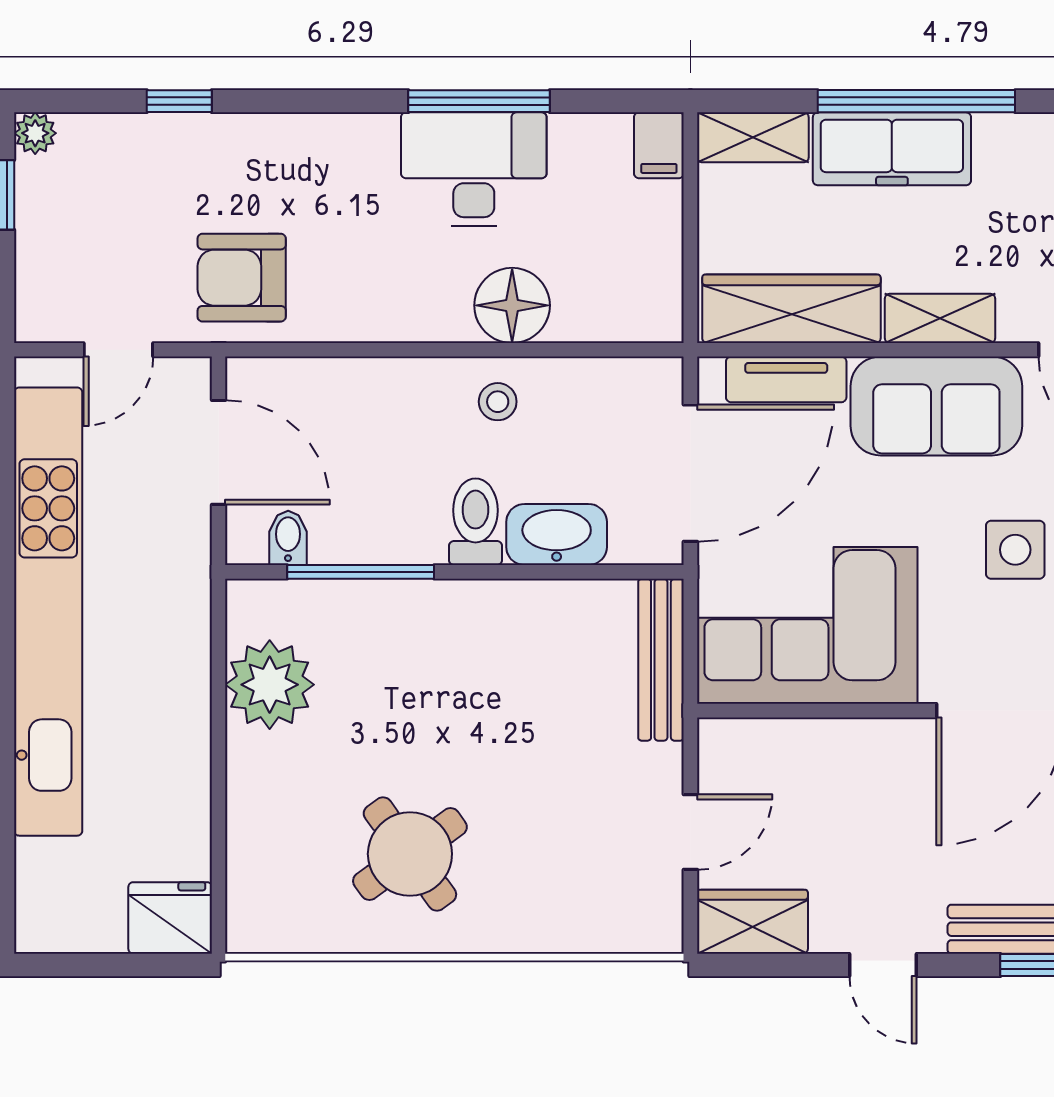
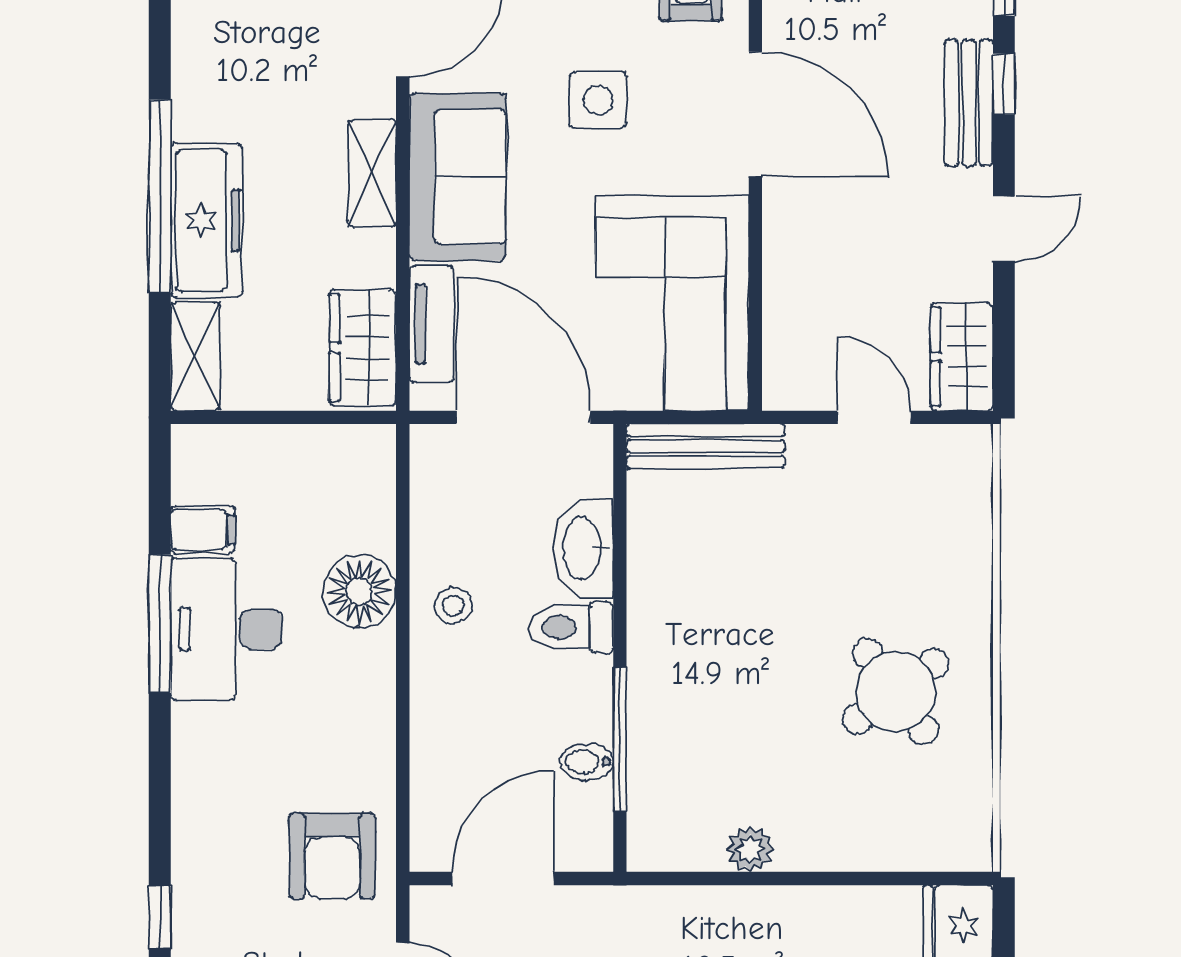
filing cabinet: (659, 145) -> (203, 529), moved
wardrobe: (791, 309) -> (363, 348), width x0.67
bidet: (288, 538) -> (587, 762), moved
plant: (270, 685) -> (750, 849), width x0.53, depth x0.53

